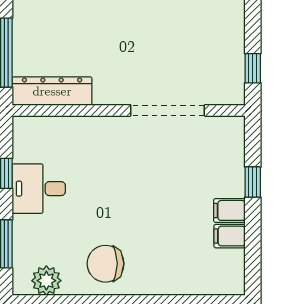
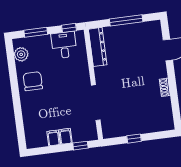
dresser: (52, 91) -> (98, 47), moved
wall: (129, 110) -> (93, 84), moved
doorway: (168, 110) -> (96, 103), moved

